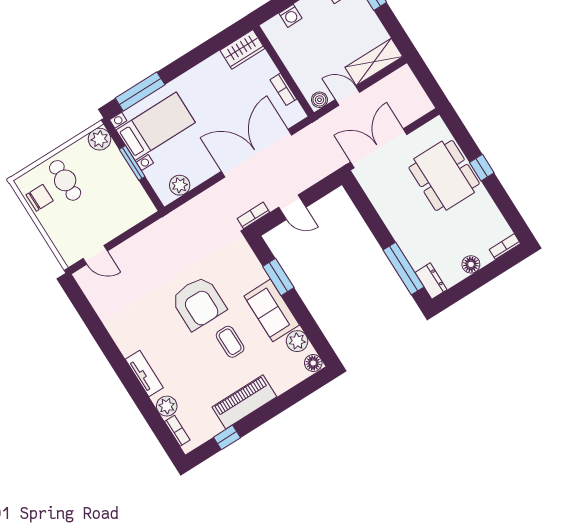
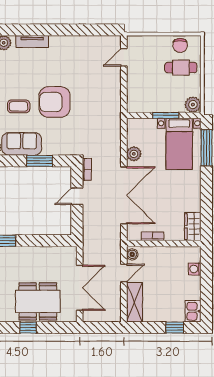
double door: (379, 148) -> (80, 288), moved
plant: (180, 185) -> (134, 154), moved

